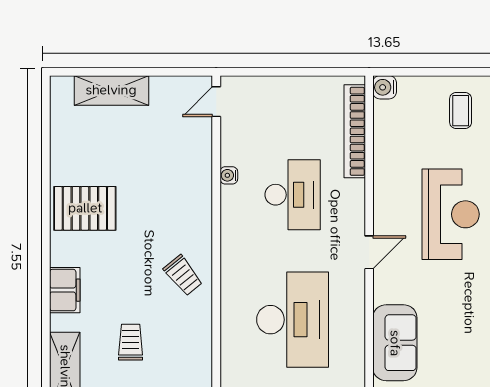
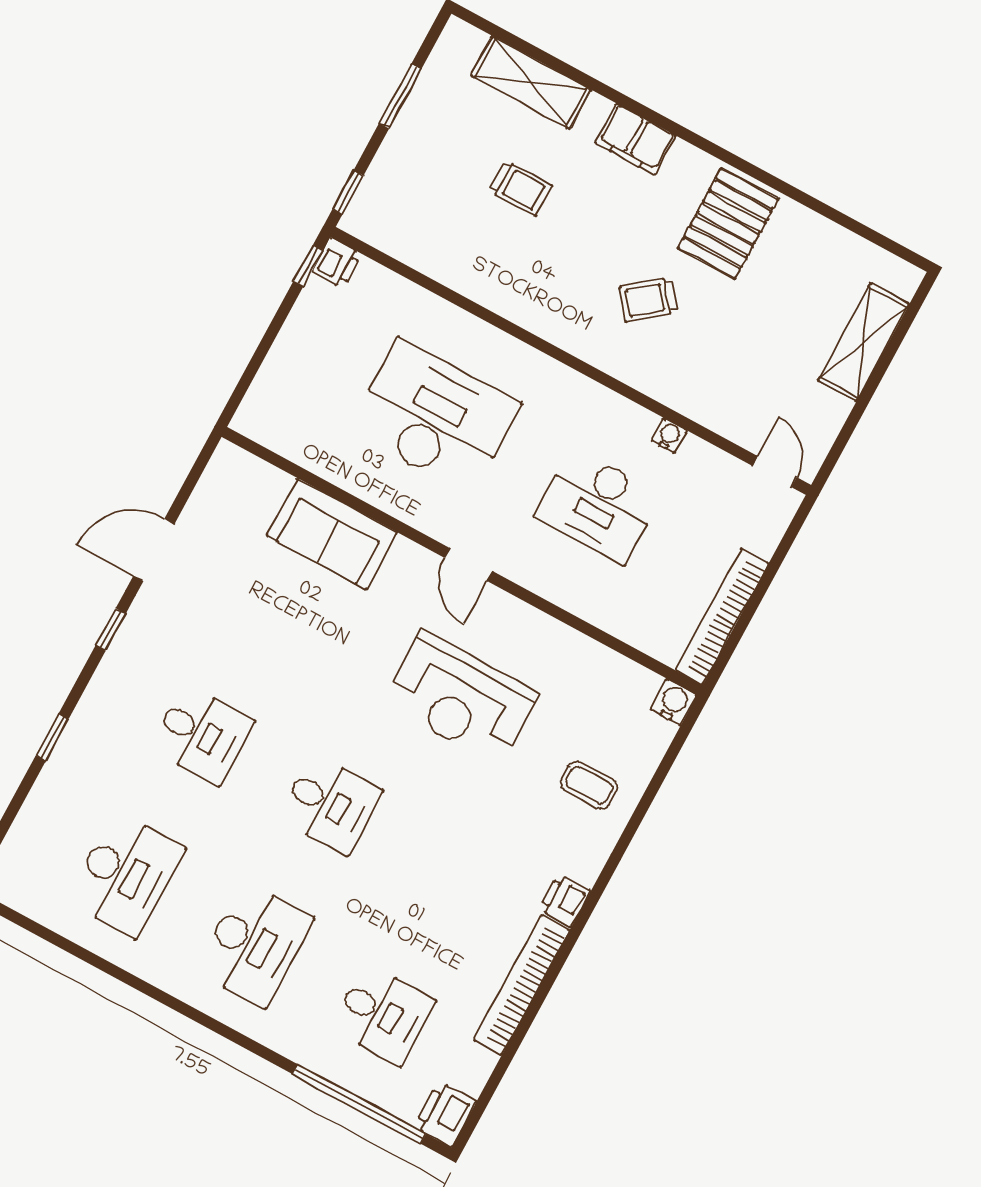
bookcase: (355, 131) -> (722, 617), moved, turned -90
trolley: (183, 275) -> (649, 299), moved
desk: (293, 320) -> (435, 417), turned 180

